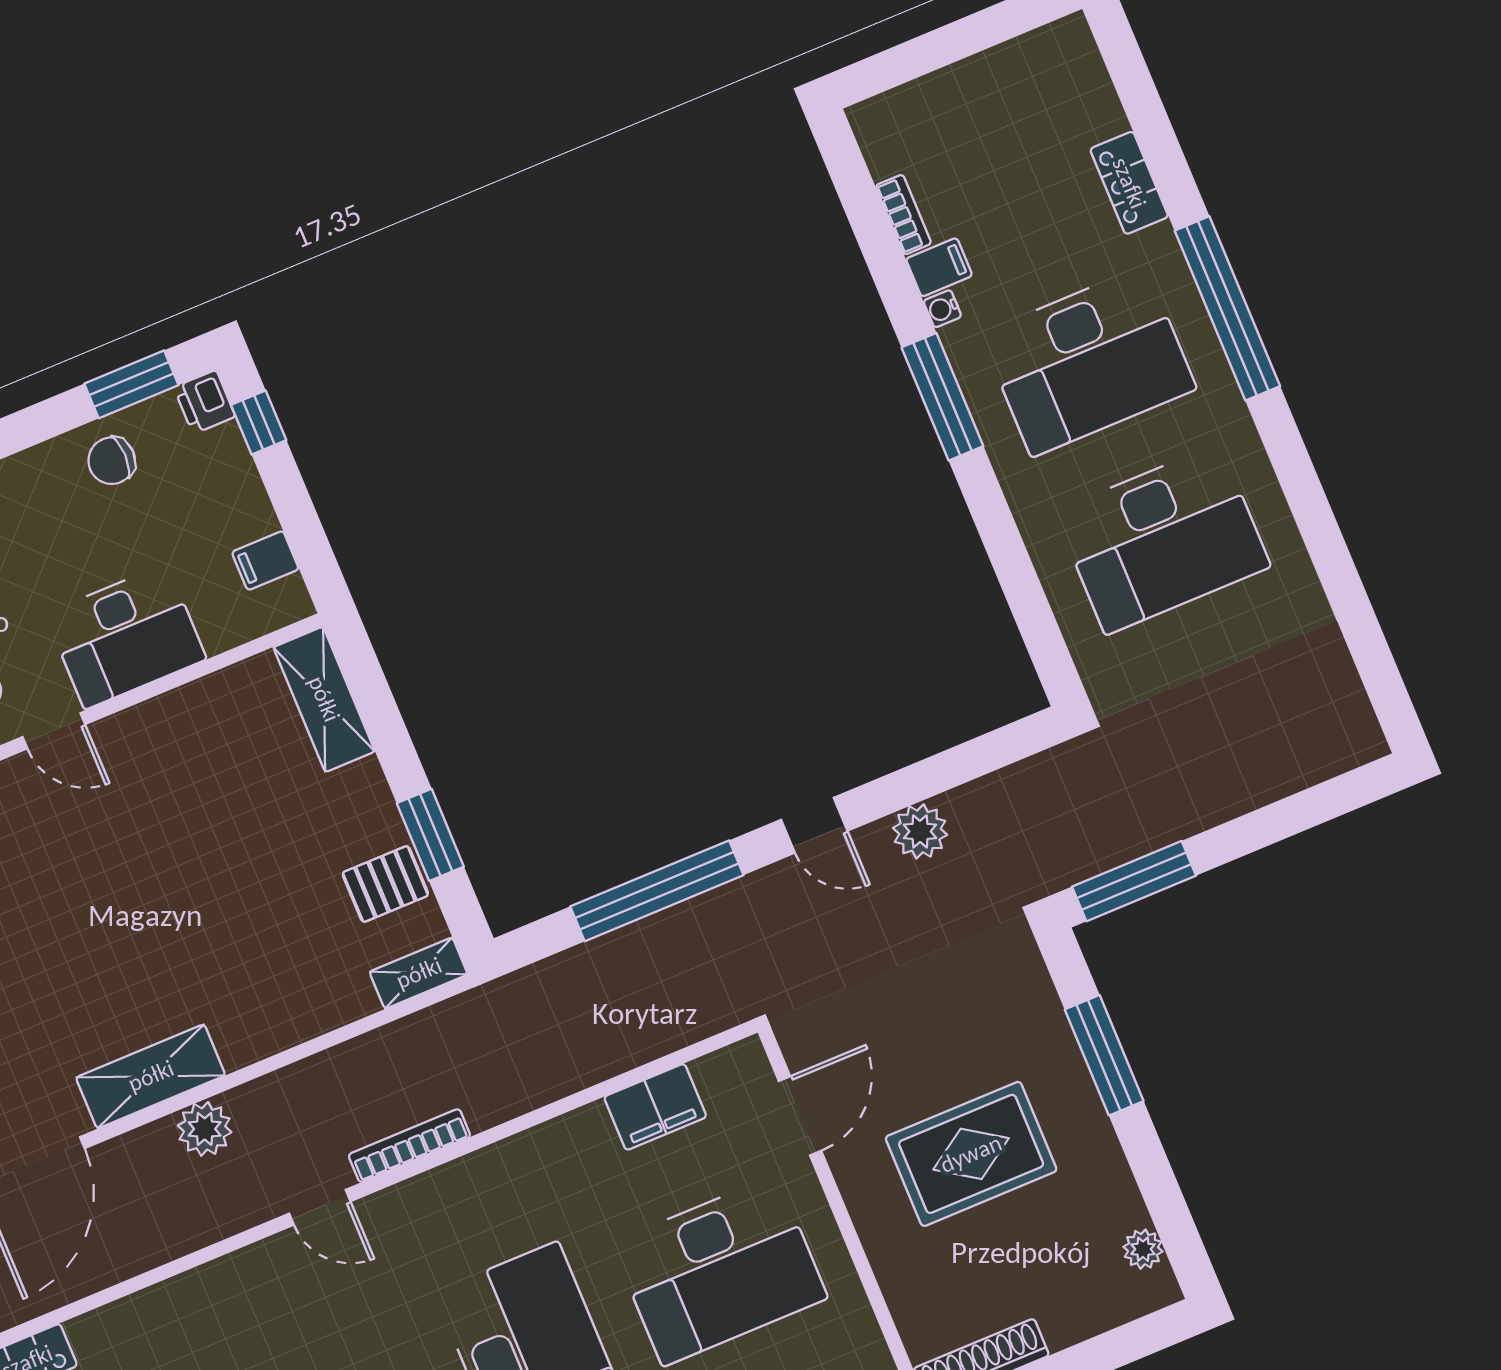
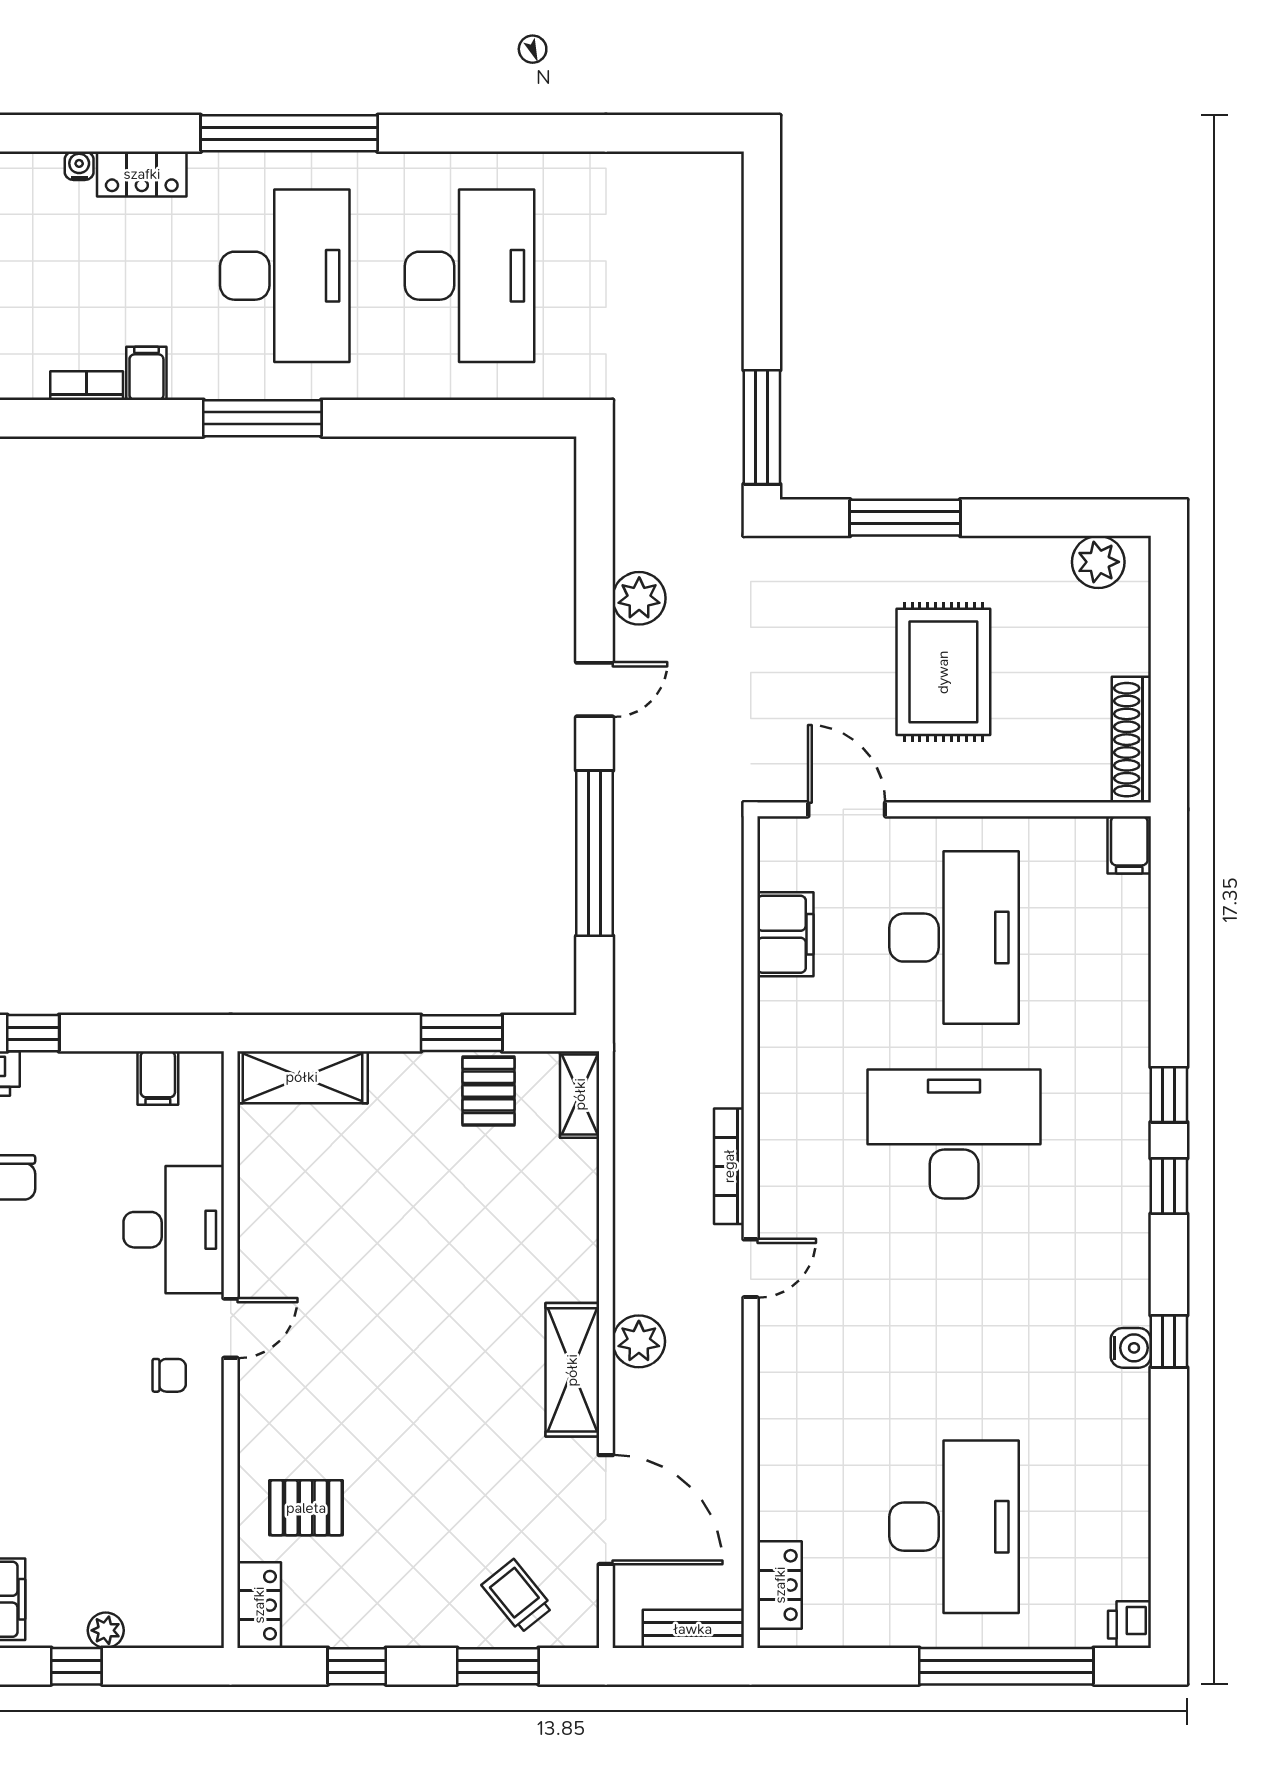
water cooler: (942, 309) -> (79, 166), moved, turned 180
plant: (1143, 1249) -> (1098, 562), width x1.38, depth x1.38

